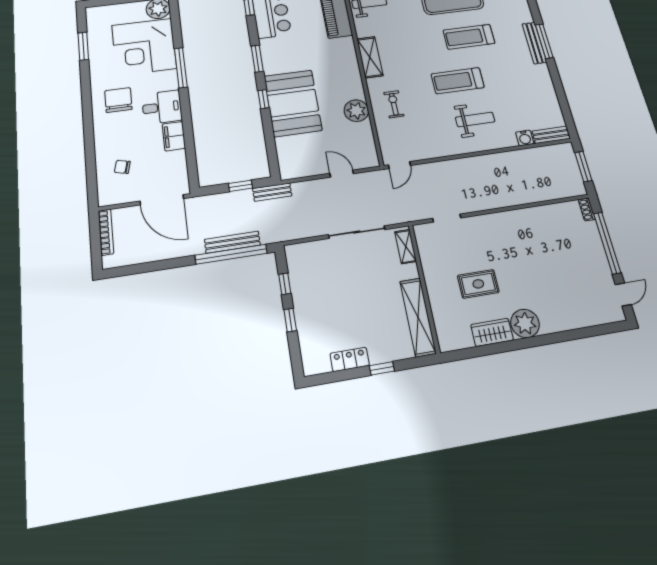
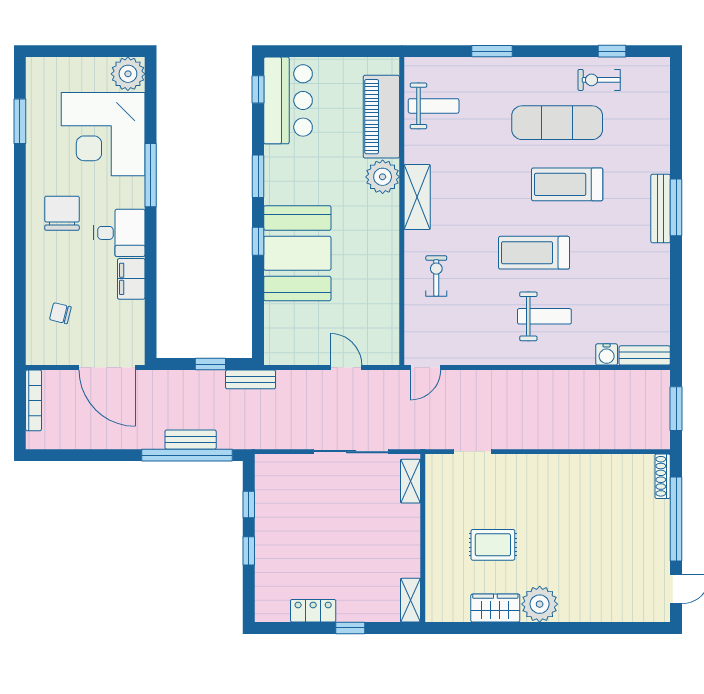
plant: (356, 111) -> (383, 177), moved
shoe rack: (587, 209) -> (663, 476), width x1.43
bench: (232, 242) -> (191, 440), width x0.73
shelving: (418, 317) -> (410, 600), width x0.45, depth x0.75

